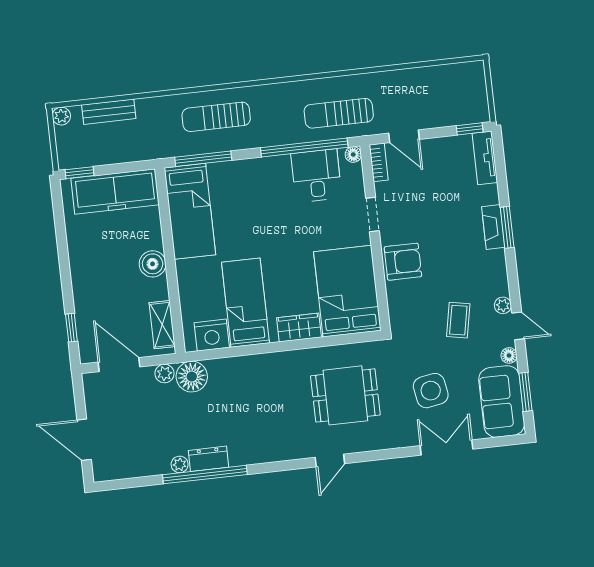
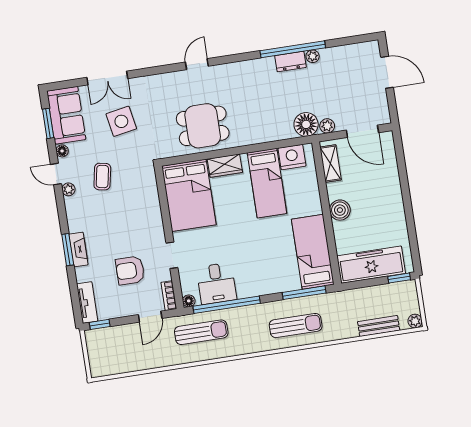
door: (404, 136) -> (150, 317), swing flipped
armchair: (403, 262) -> (130, 270), moved
window: (71, 328) -> (400, 158), removed
dining table: (345, 395) -> (203, 126), moved

